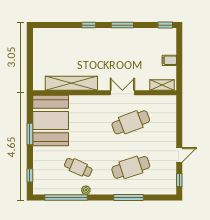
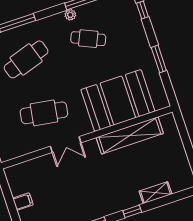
shelving: (162, 85) -> (155, 193), moved
booth: (51, 120) -> (118, 101), moved, turned 90
cafe table: (131, 122) -> (44, 113), turned 30

